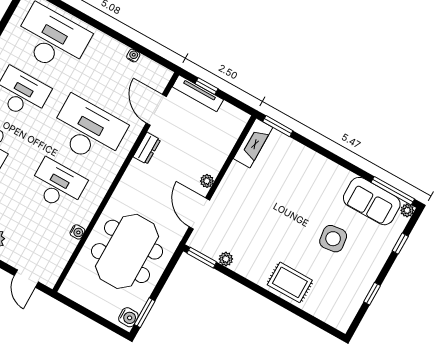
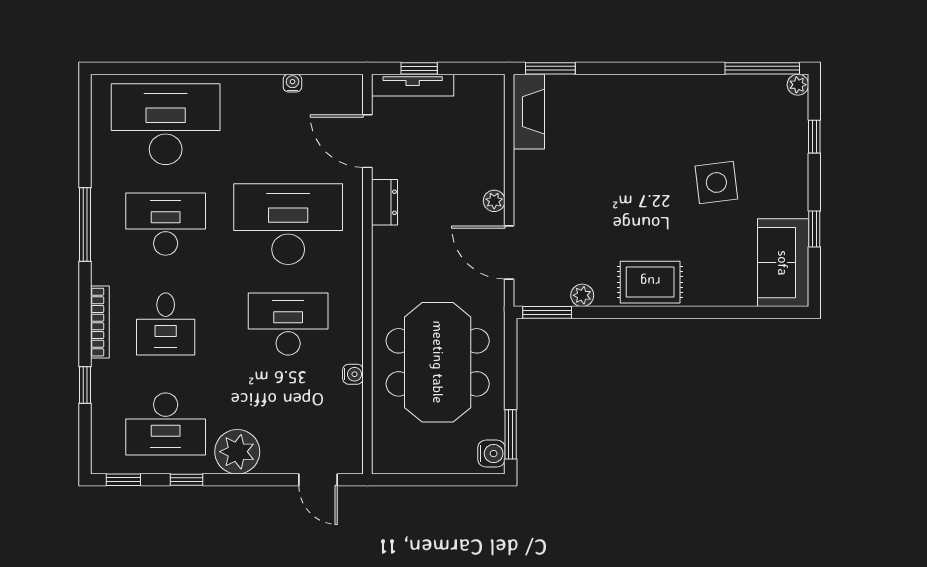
sofa: (372, 201) -> (783, 263), moved, turned 90
rug: (290, 282) -> (650, 282), moved

